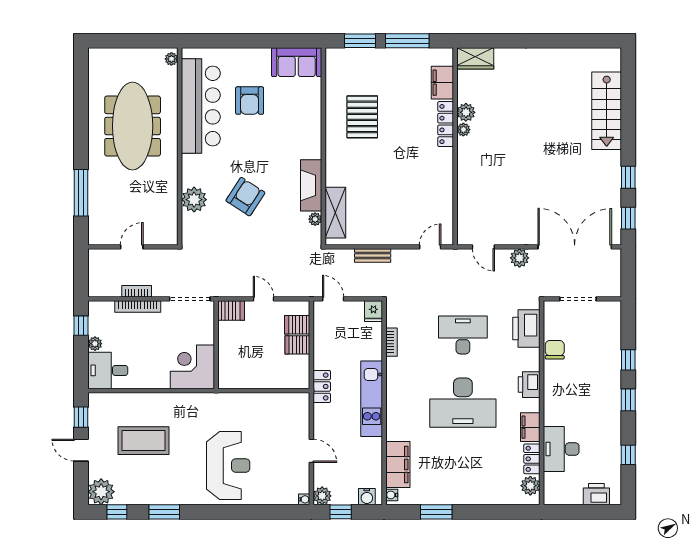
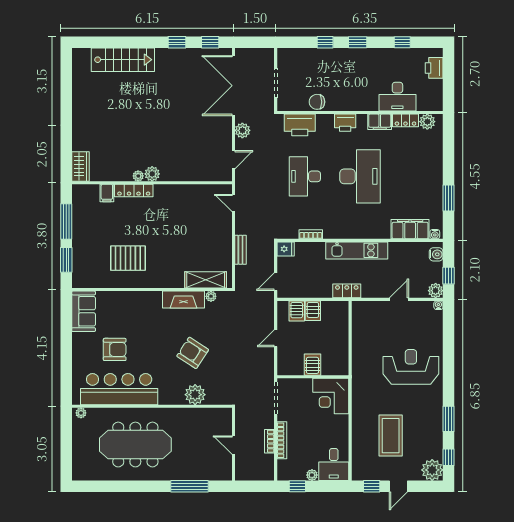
filing cabinet: (442, 83) -> (107, 193), width x0.50
plant: (466, 112) -> (152, 174), moved
server rack: (231, 311) -> (312, 365), moved

